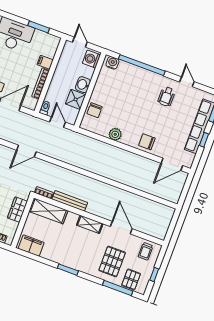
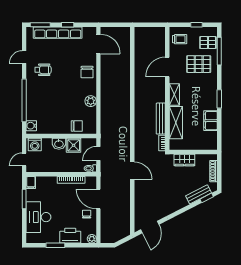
filing cabinet: (45, 62) -> (31, 182), moved
shelving: (48, 211) -> (176, 123), moved
filing cabinet: (31, 246) -> (210, 121), moved

